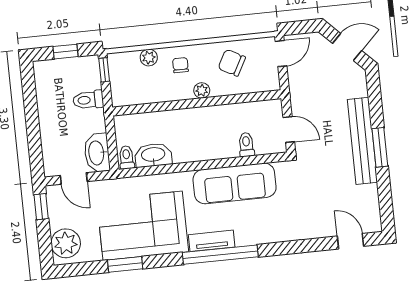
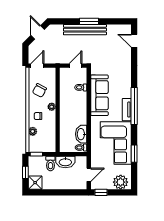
door: (281, 54) -> (37, 66), hinge flipped
shower: (47, 73) -> (35, 183), added
washbasin: (97, 153) -> (65, 162), moved
door: (350, 241) -> (134, 41), hinge flipped

